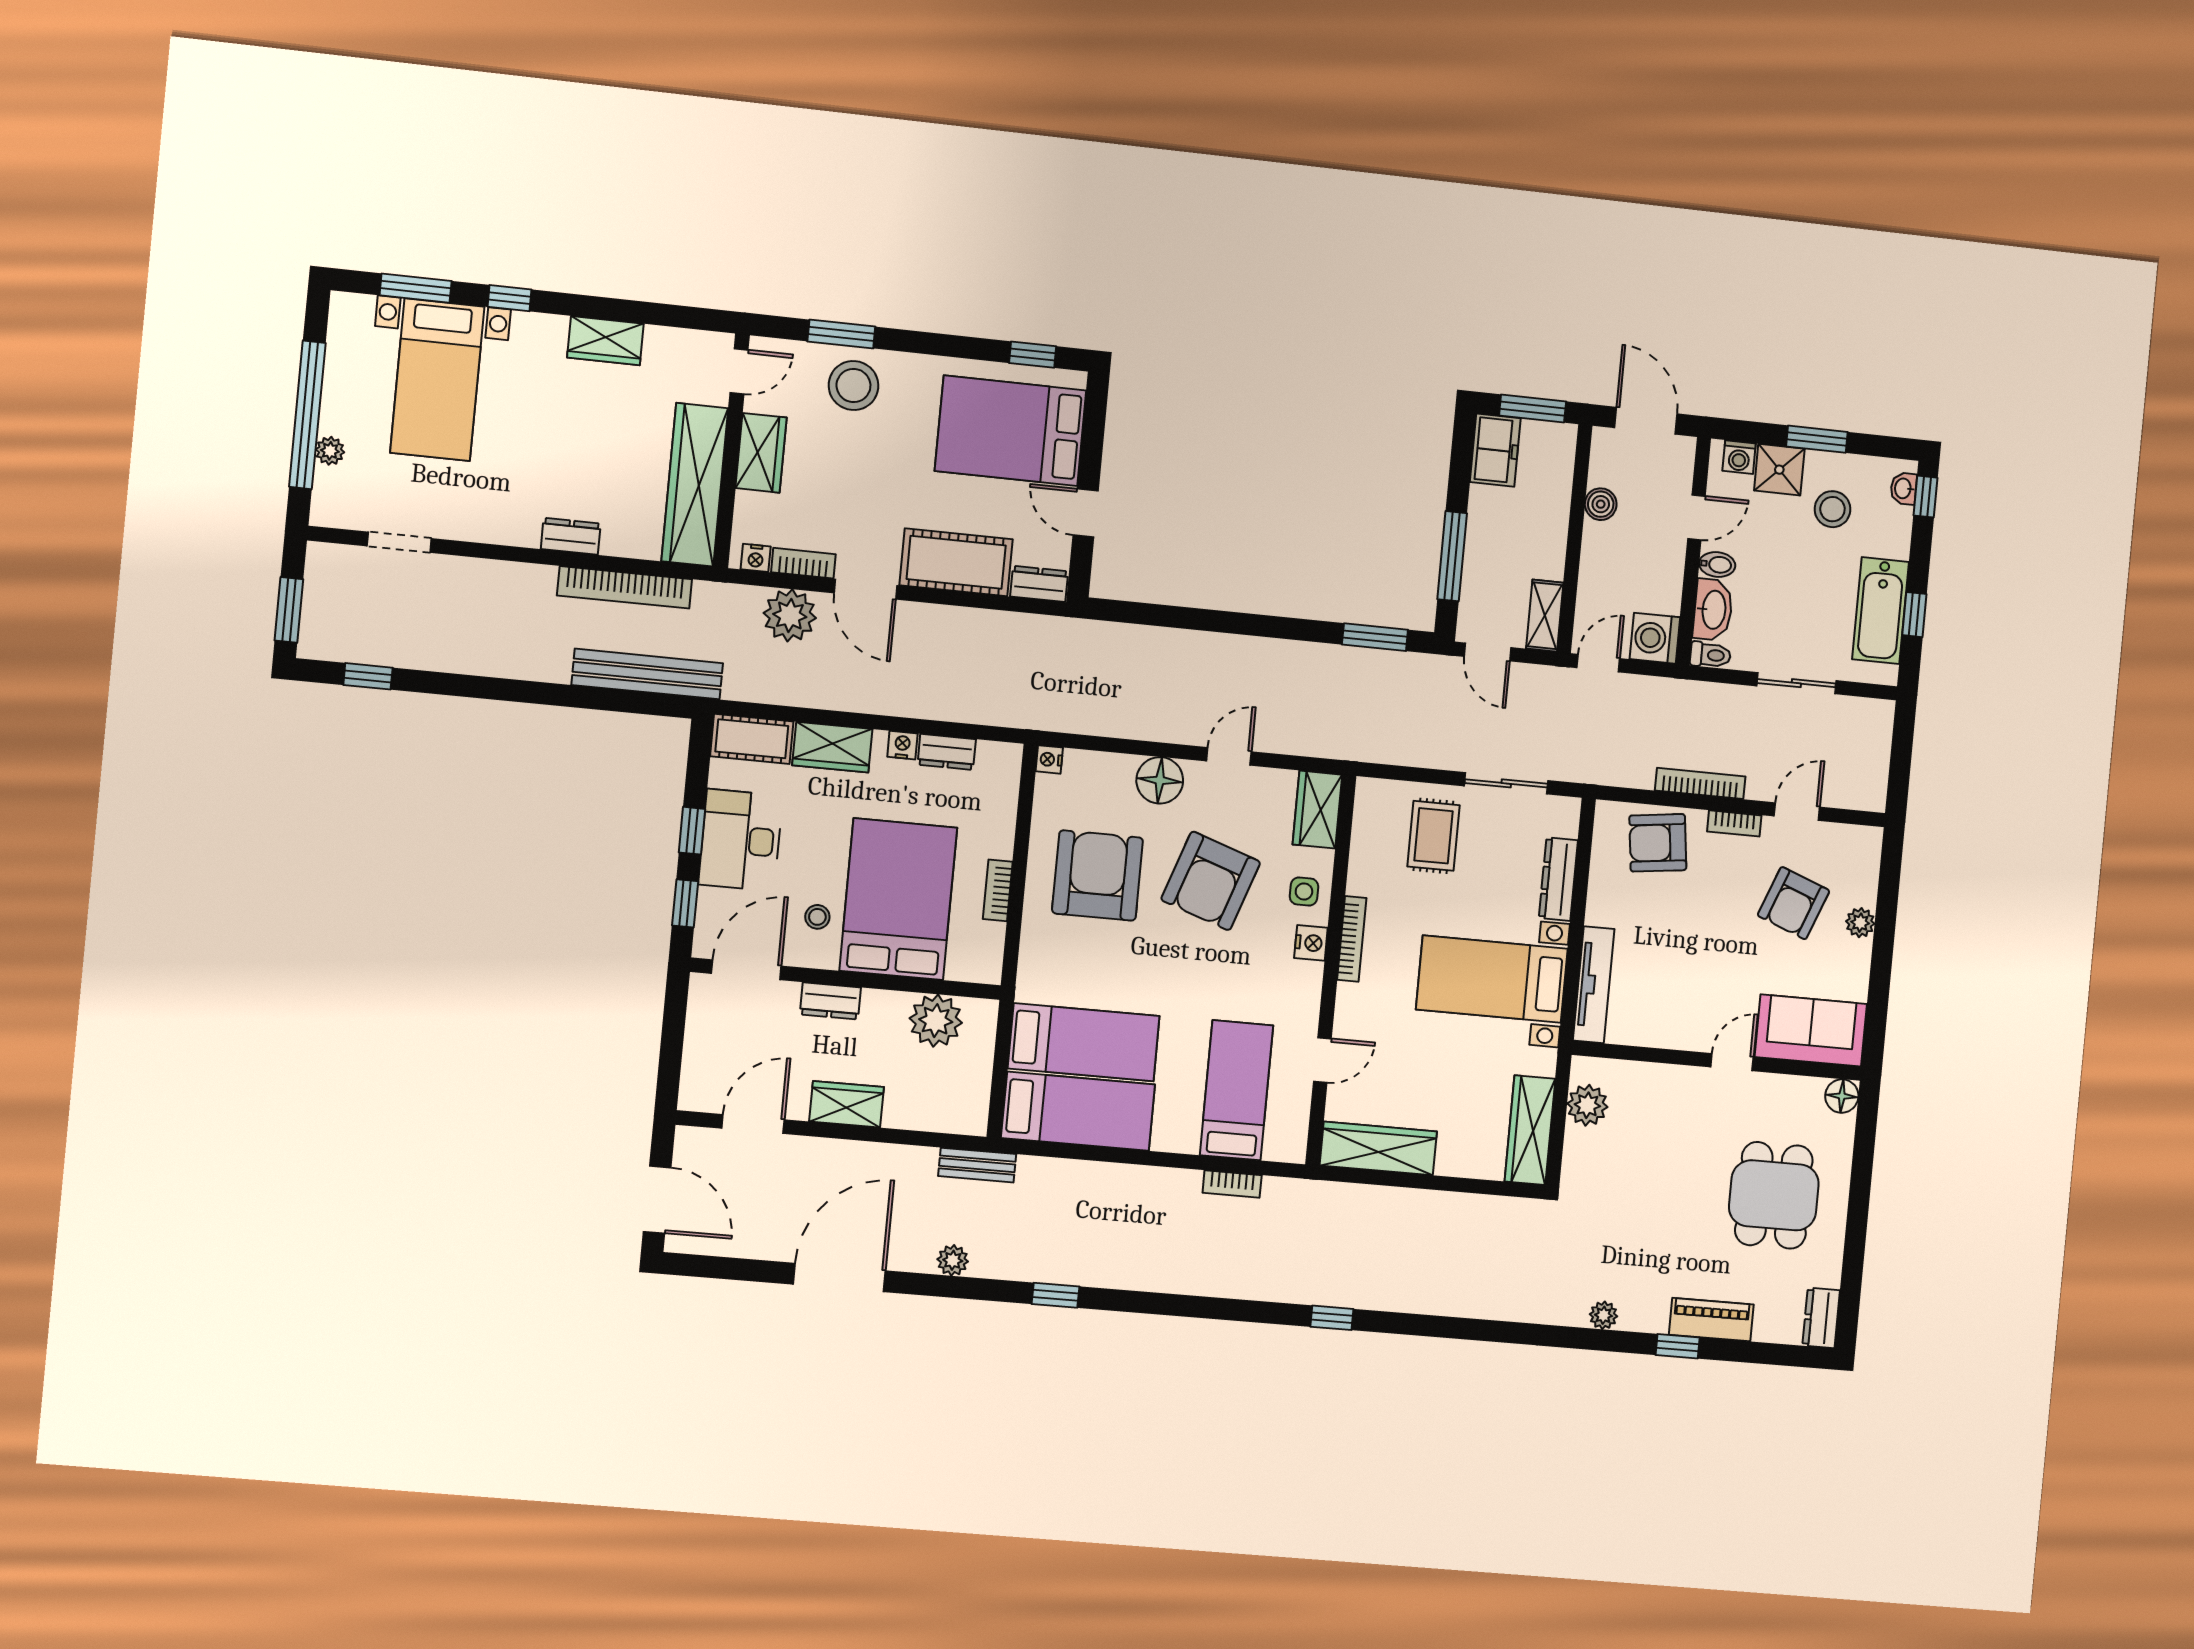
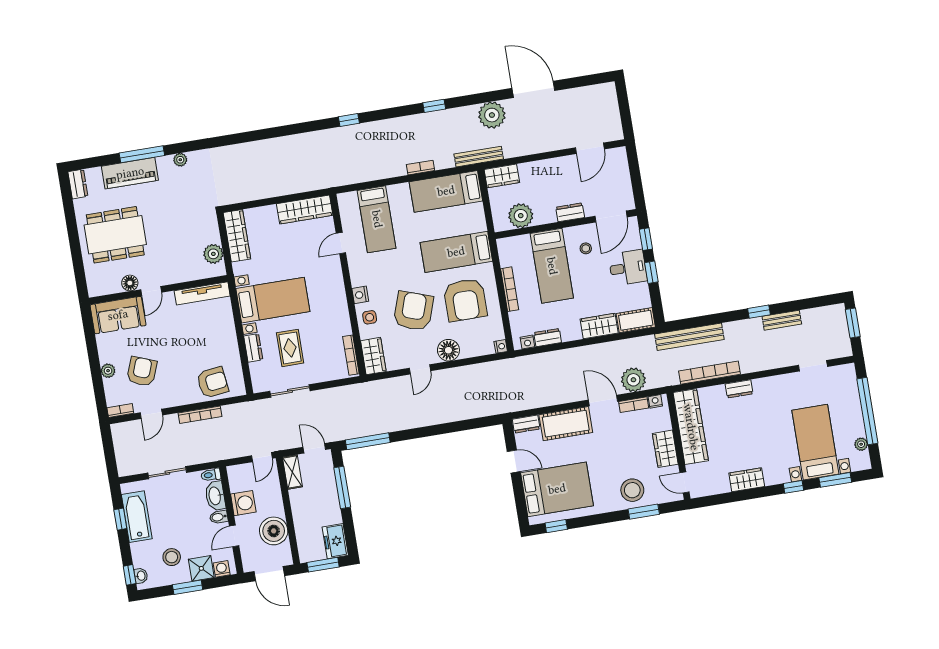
door: (739, 371) -> (684, 482), hinge flipped
plant: (330, 451) -> (861, 444), moved
boiler: (1601, 504) -> (274, 531), width x1.86, depth x1.86
window: (1375, 637) -> (368, 441), width x1.44
washing machine: (1655, 638) -> (243, 503), moved
bench: (441, 656) -> (782, 320), added
window: (368, 676) -> (759, 312), moved
nightstand: (902, 745) -> (527, 342), moved
bookcase: (1734, 823) -> (120, 410), moved
rug: (1434, 836) -> (290, 348), moved
desk: (741, 840) -> (628, 268), width x0.73
dresser: (1558, 879) -> (253, 348), width x0.70
bookcase: (998, 890) -> (510, 289), width x1.56
bed: (898, 899) -> (552, 266), width x0.67
bookcase: (1352, 939) -> (351, 355), moved
tv unit: (1594, 985) -> (202, 293), moved, turned -90
bed: (1084, 1042) -> (456, 252), moved
floor lamp: (1842, 1096) -> (130, 283), moved
wardrobe: (847, 1104) -> (502, 176), moved
bench: (977, 1165) -> (479, 157), width x1.36
bookcase: (1232, 1184) -> (420, 168), moved
dining table: (1774, 1195) -> (115, 235), width x1.38
door: (657, 1200) -> (624, 104), removed
plant: (953, 1260) -> (492, 115), width x1.88, depth x1.88
door: (839, 1278) -> (533, 89), swing flipped
window: (1332, 1318) -> (349, 120), moved
piano: (1711, 1320) -> (130, 173), width x1.37, depth x1.33
window: (1678, 1346) -> (142, 154), width x2.17

